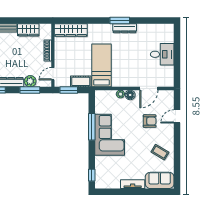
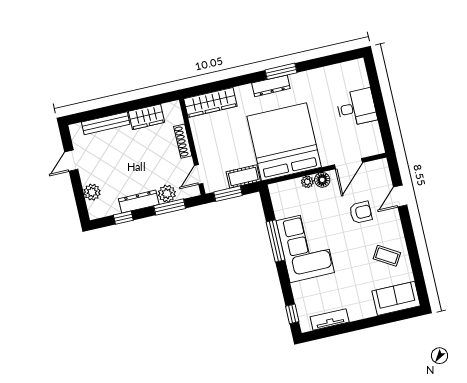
dresser: (125, 28) -> (271, 86), moved
bed: (101, 65) -> (284, 142), width x2.04
tv unit: (133, 184) -> (330, 319), moved

